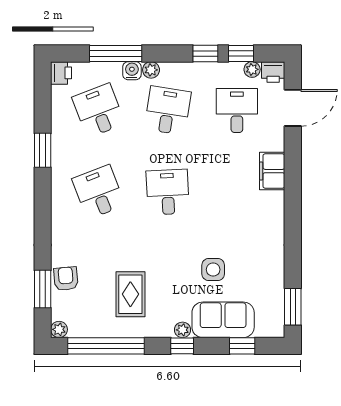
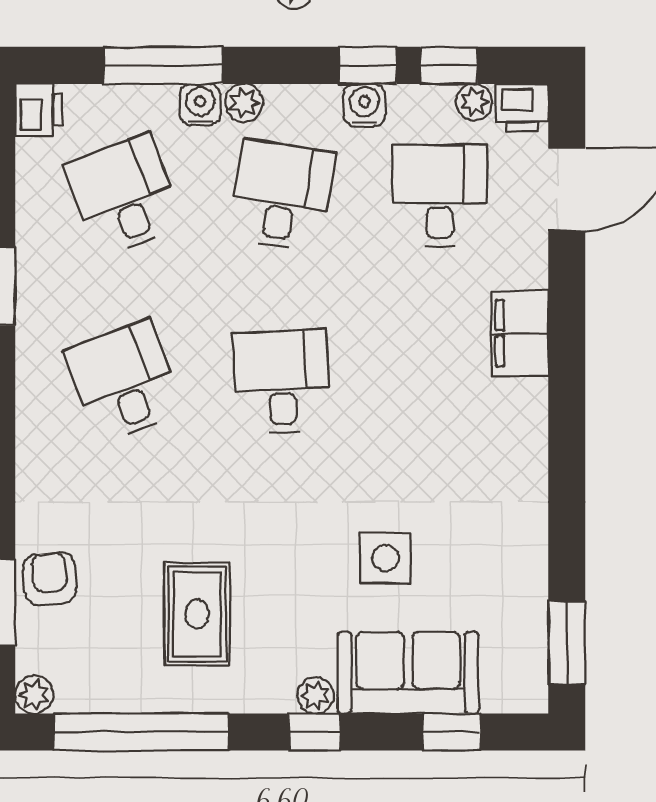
water cooler: (204, 71) -> (364, 105), added

